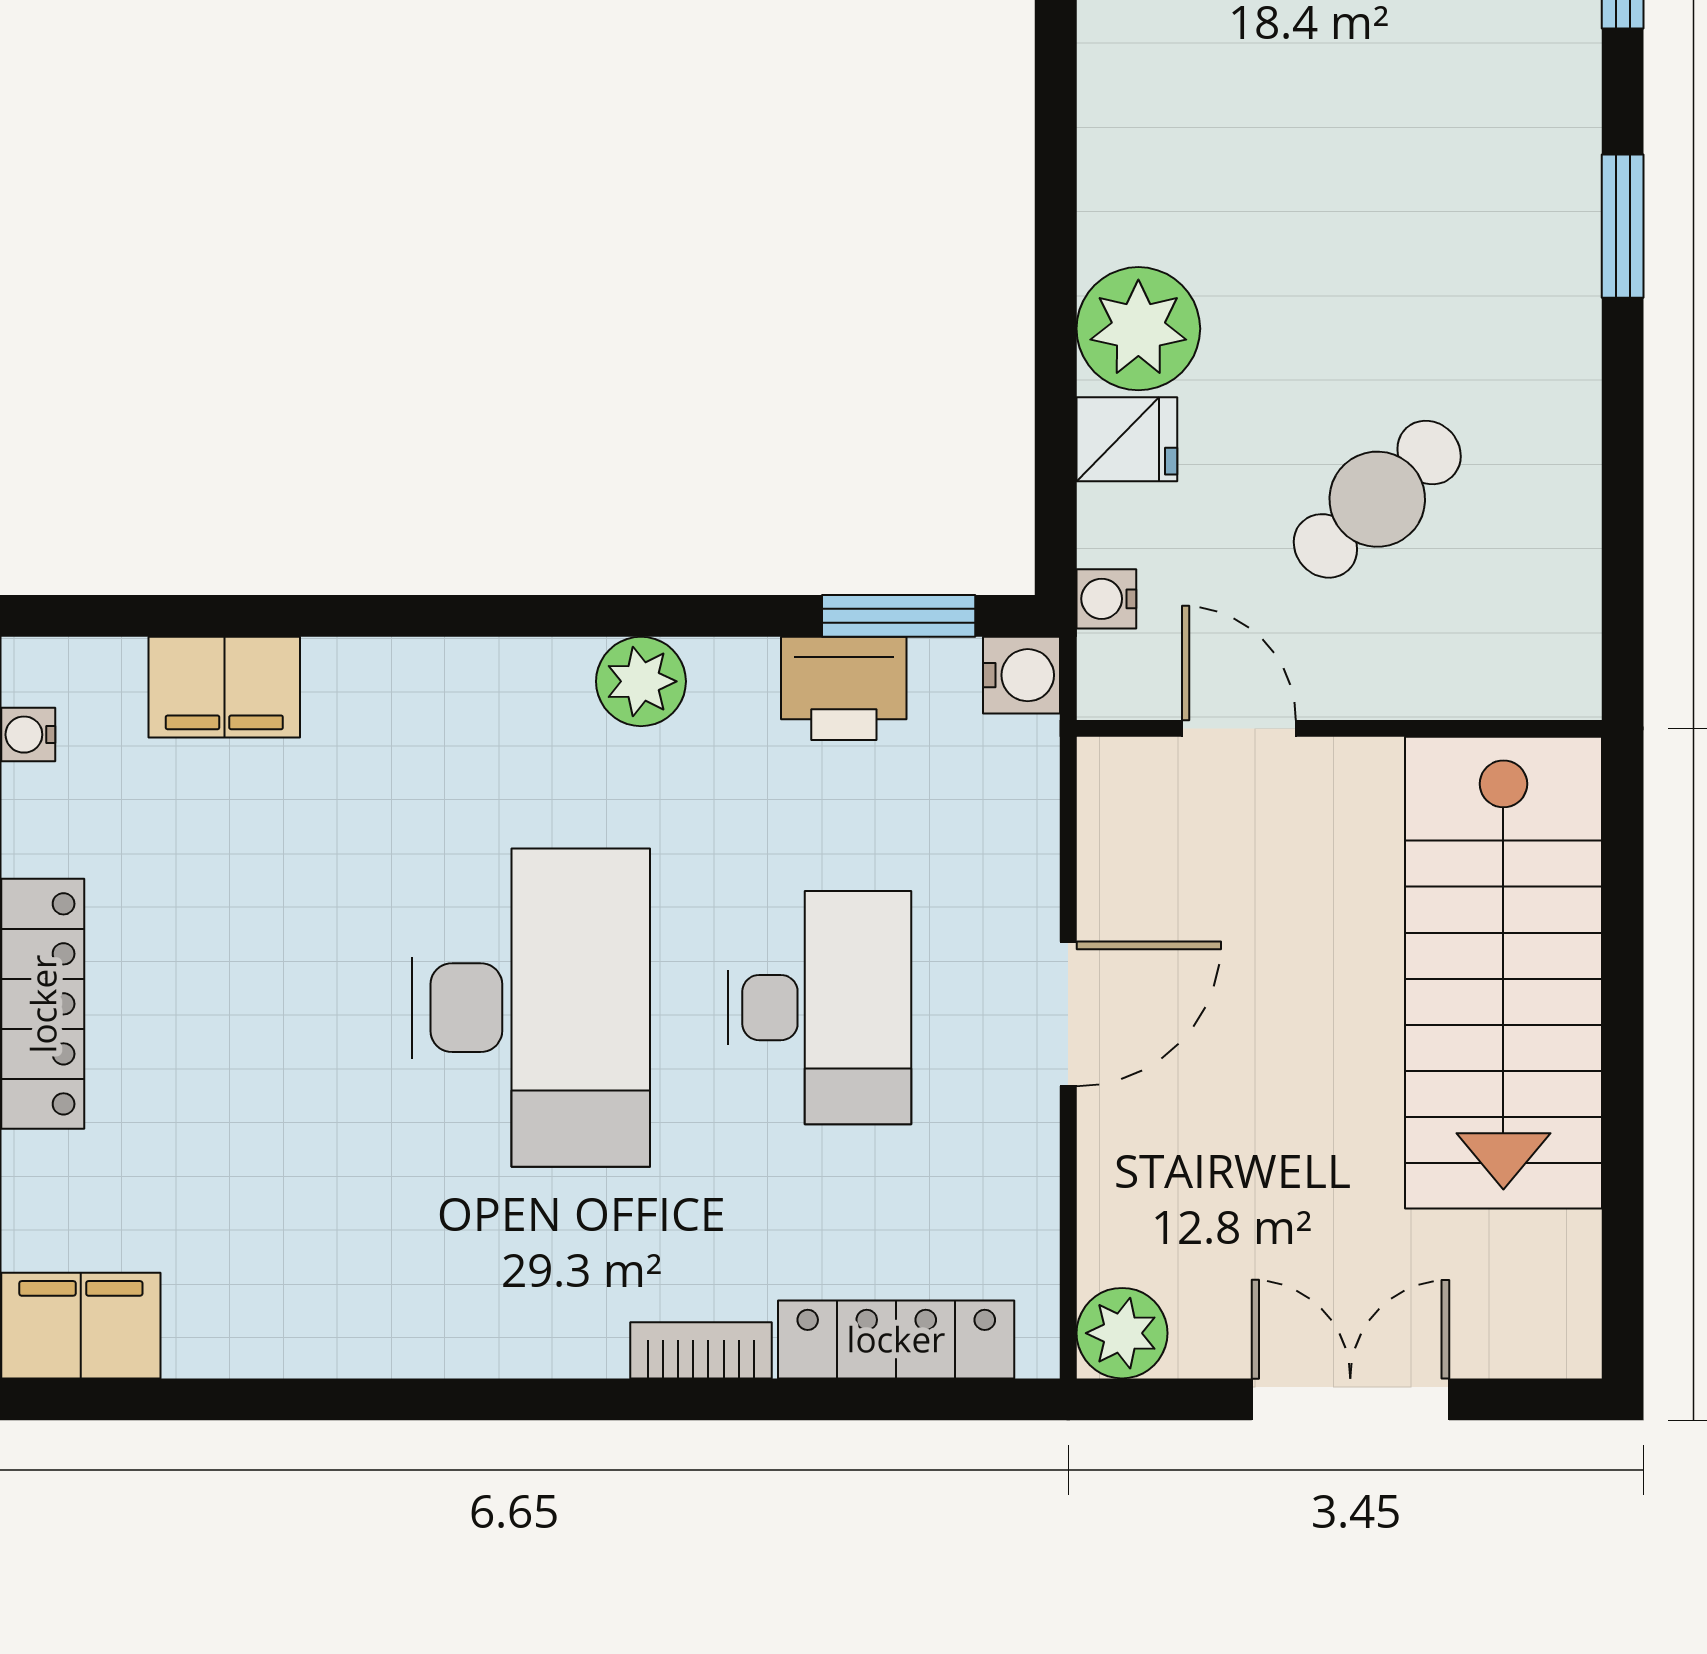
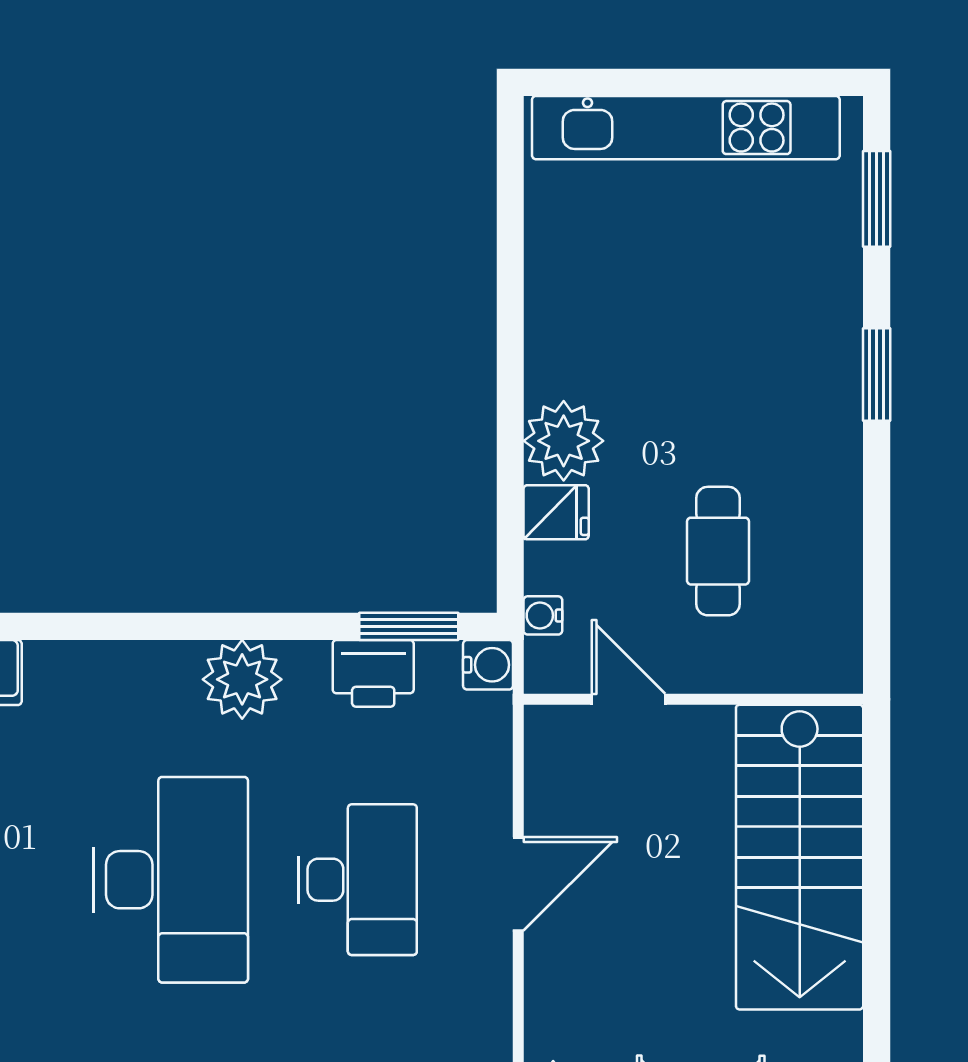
cafe table: (1377, 499) -> (718, 551), turned -48
plant: (641, 681) -> (242, 679), width x1.36, depth x1.36

